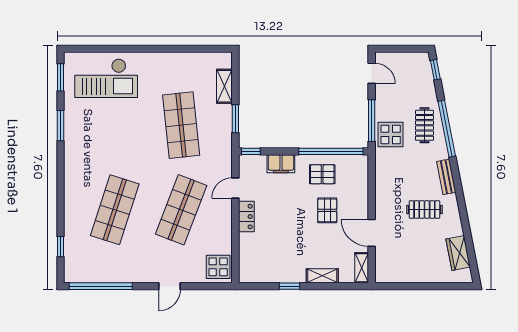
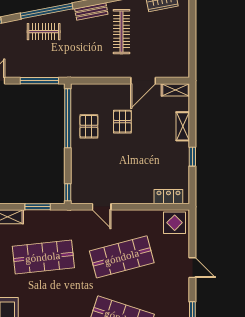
display table: (391, 134) -> (52, 63), removed
filing cabinet: (281, 164) -> (79, 164), removed
clothes rail: (424, 209) -> (122, 32), width x1.36
shop shelf: (181, 210) -> (122, 257), turned -36
pallet: (327, 210) -> (122, 122), turned 90
locker: (246, 217) -> (168, 197), moved

